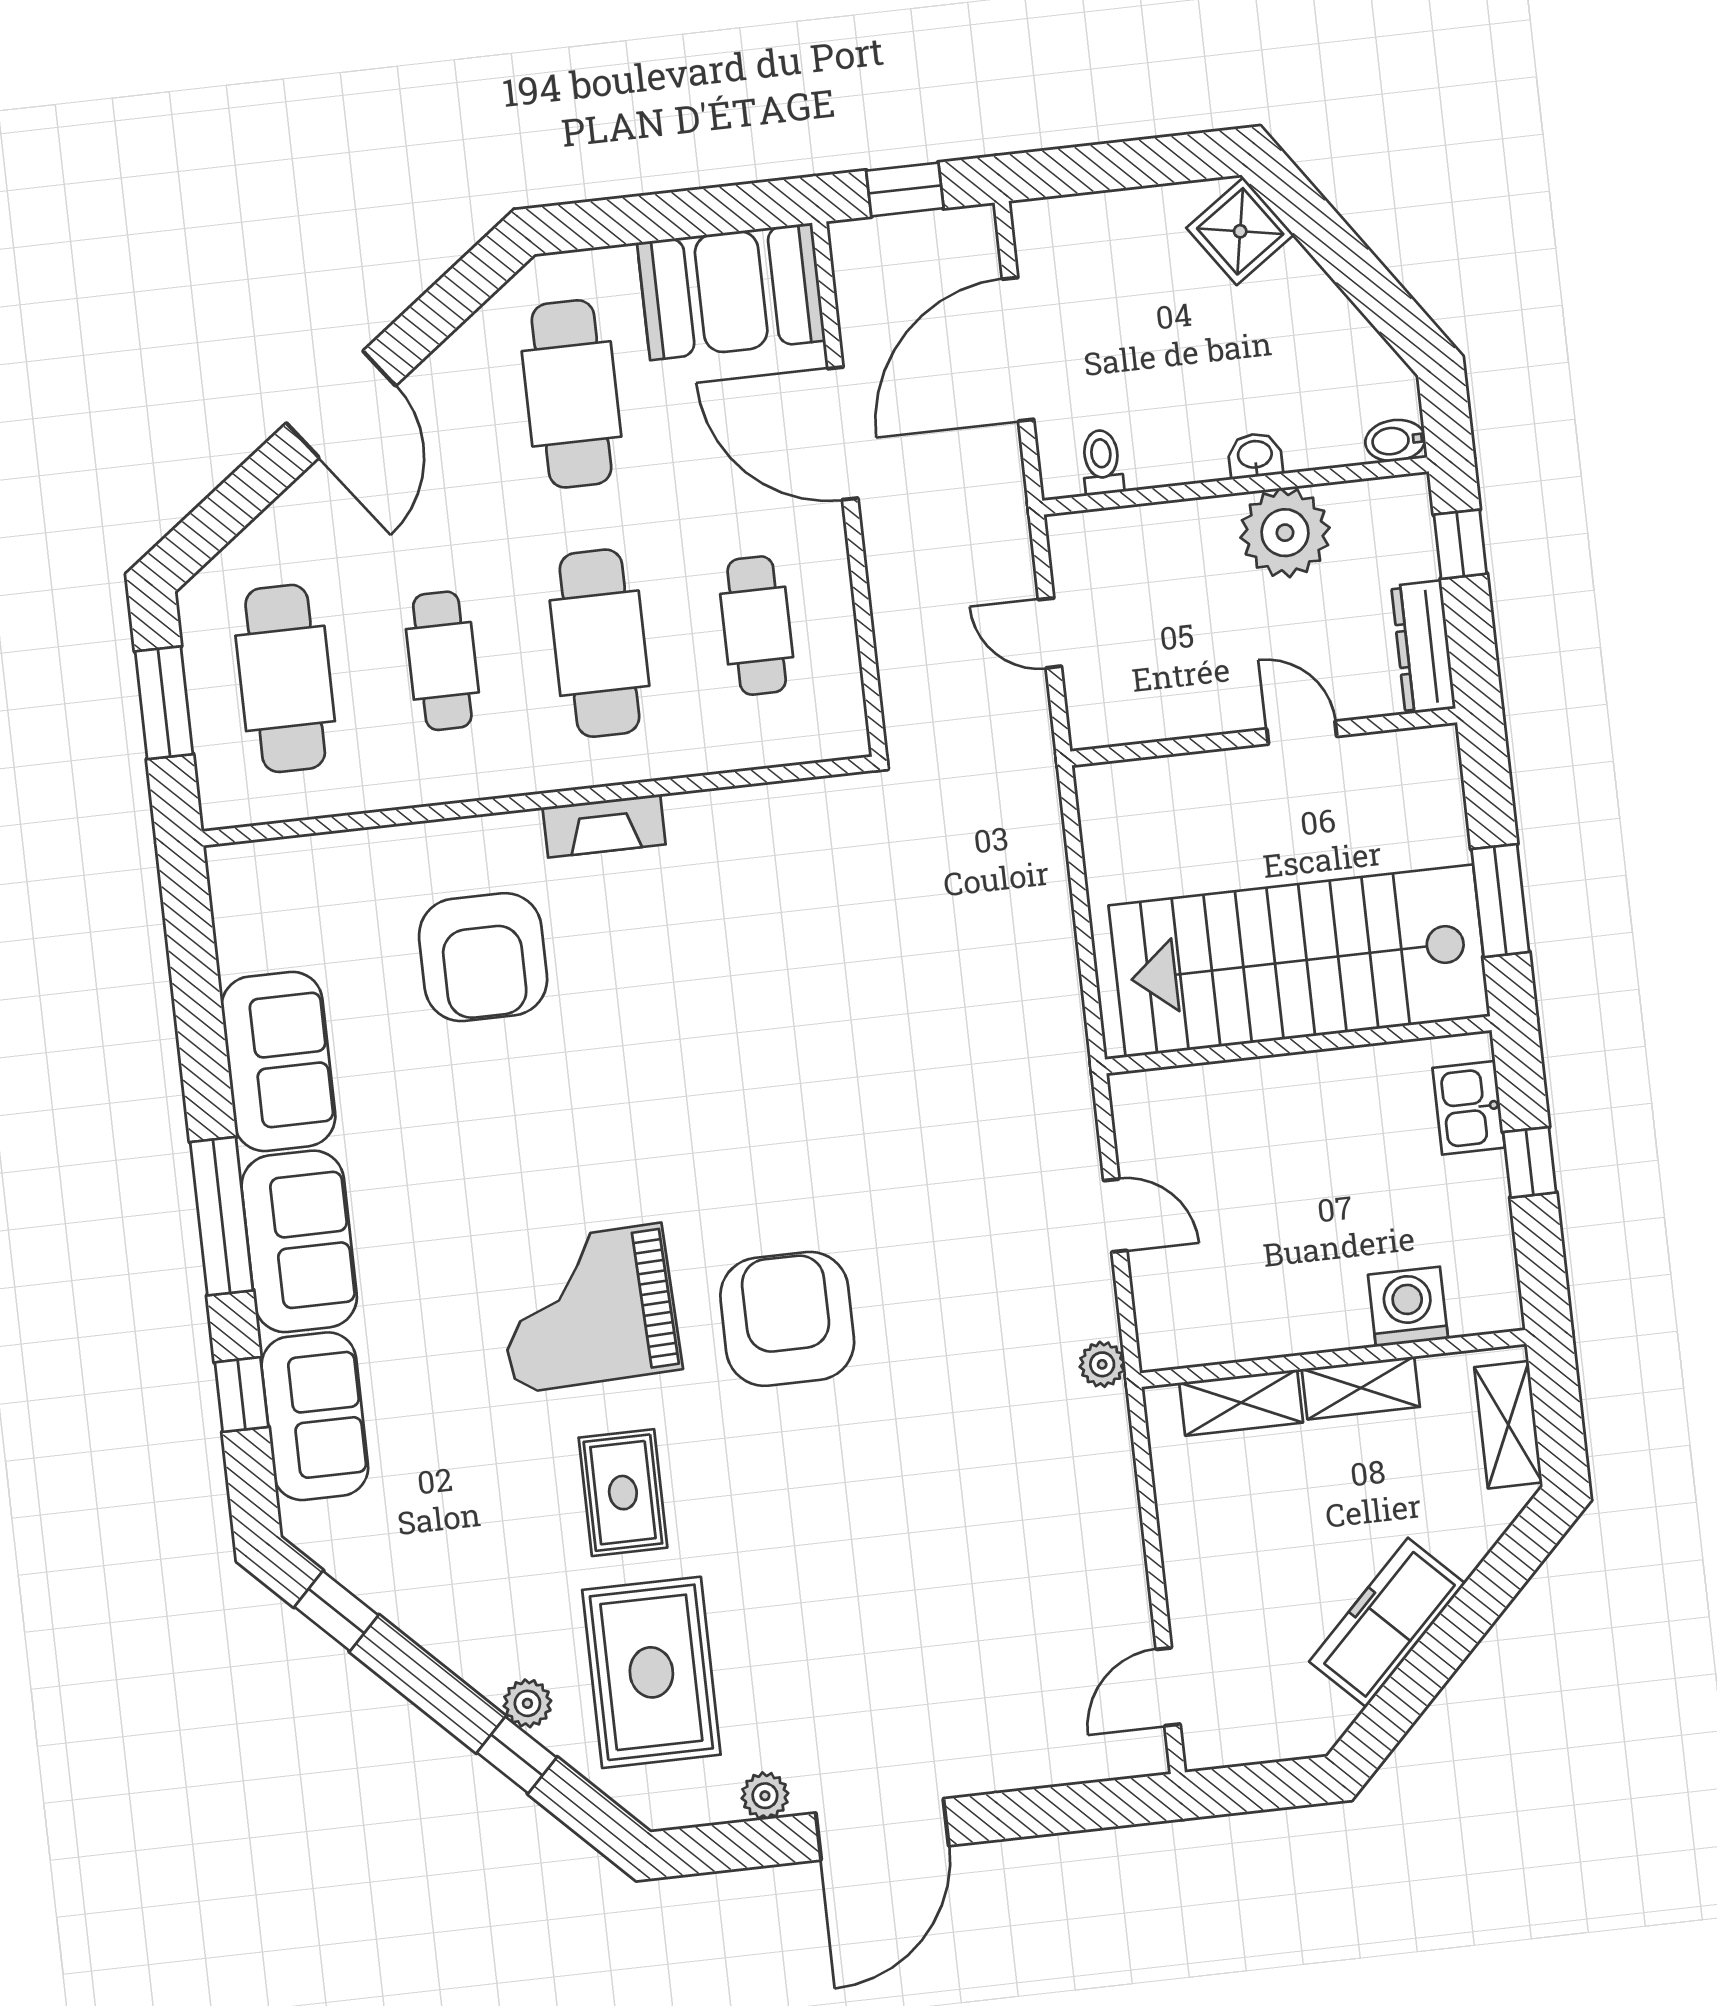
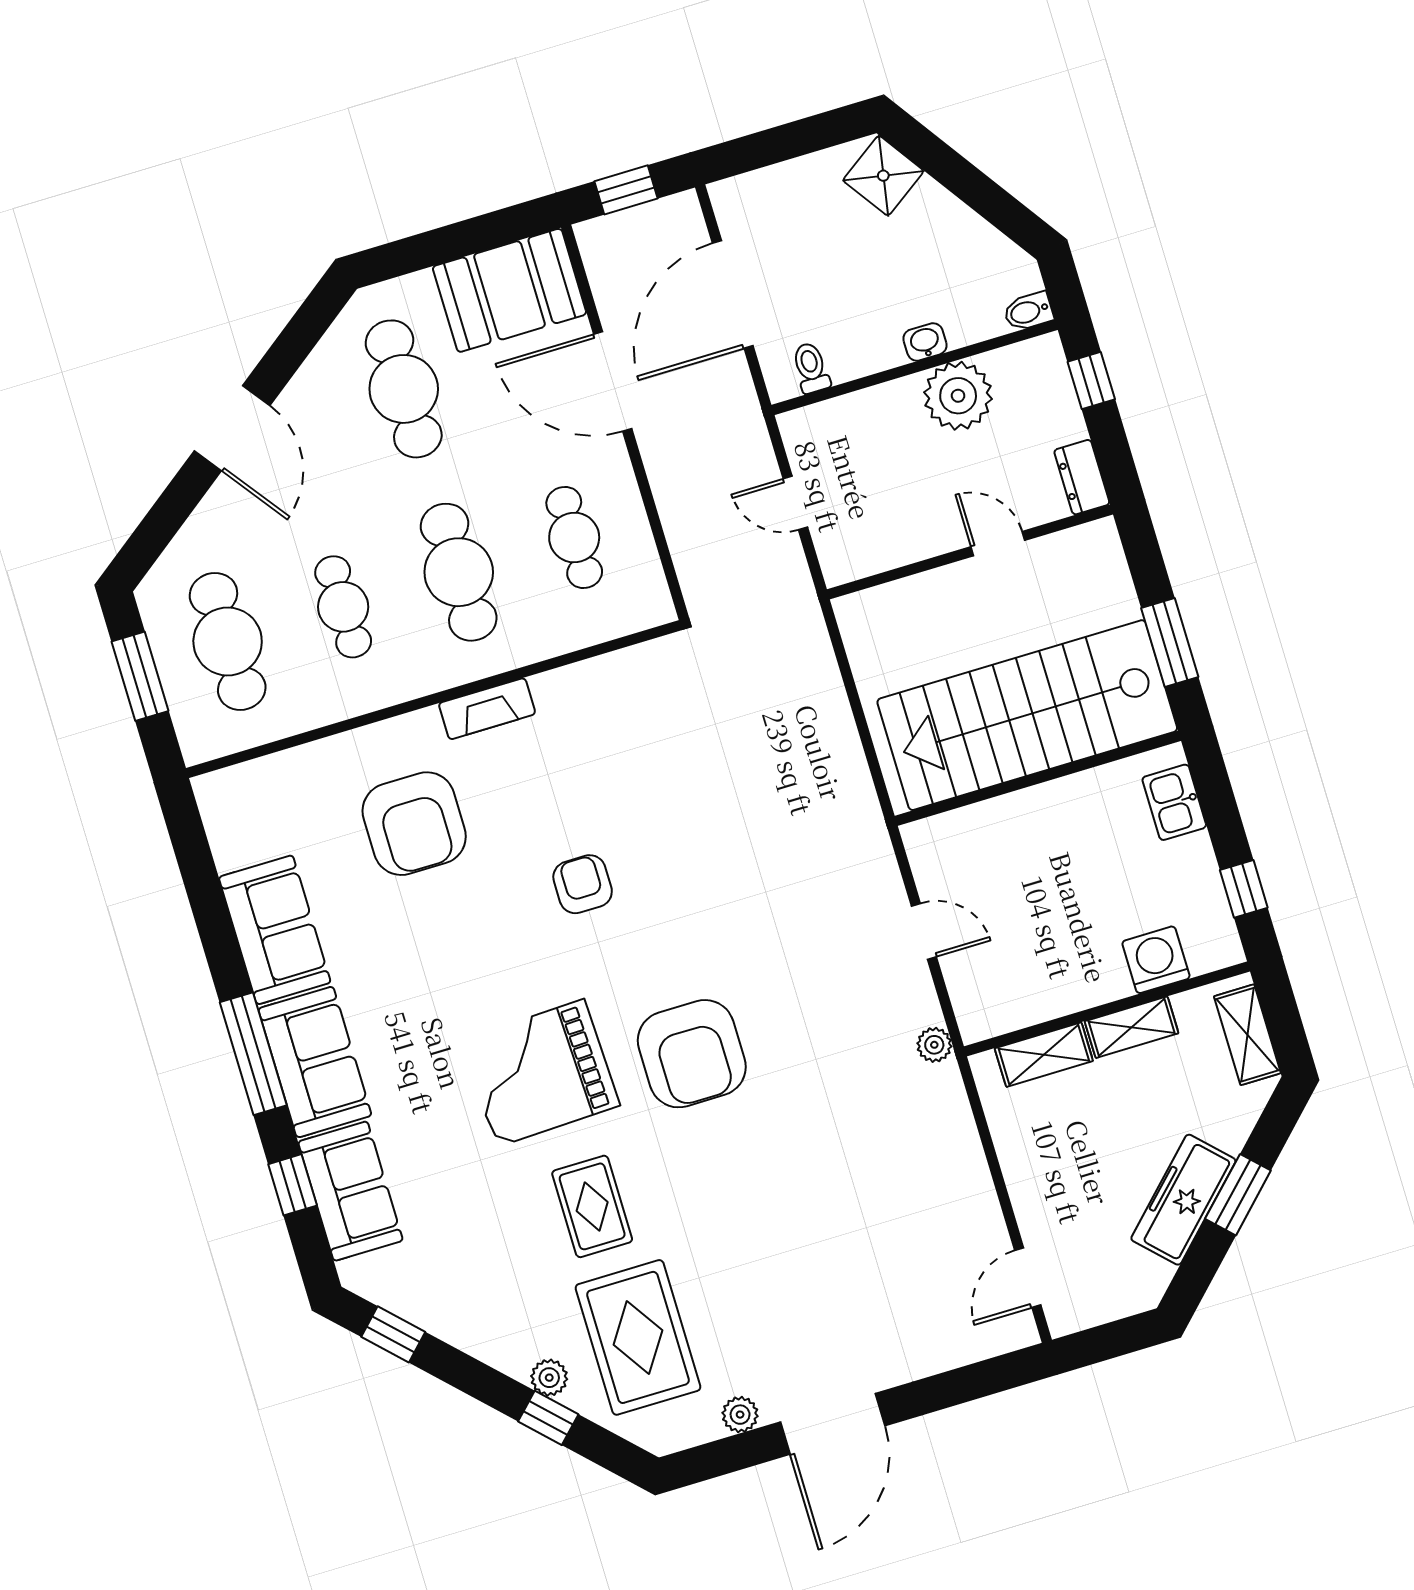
dresser: (1423, 647) -> (1082, 477), width x0.70
armchair: (686, 1075) -> (583, 884), added
window: (1530, 1162) -> (1244, 889), moved
armchair: (787, 1319) -> (692, 1054), turned 180
window: (1459, 1629) -> (1238, 1195), added

